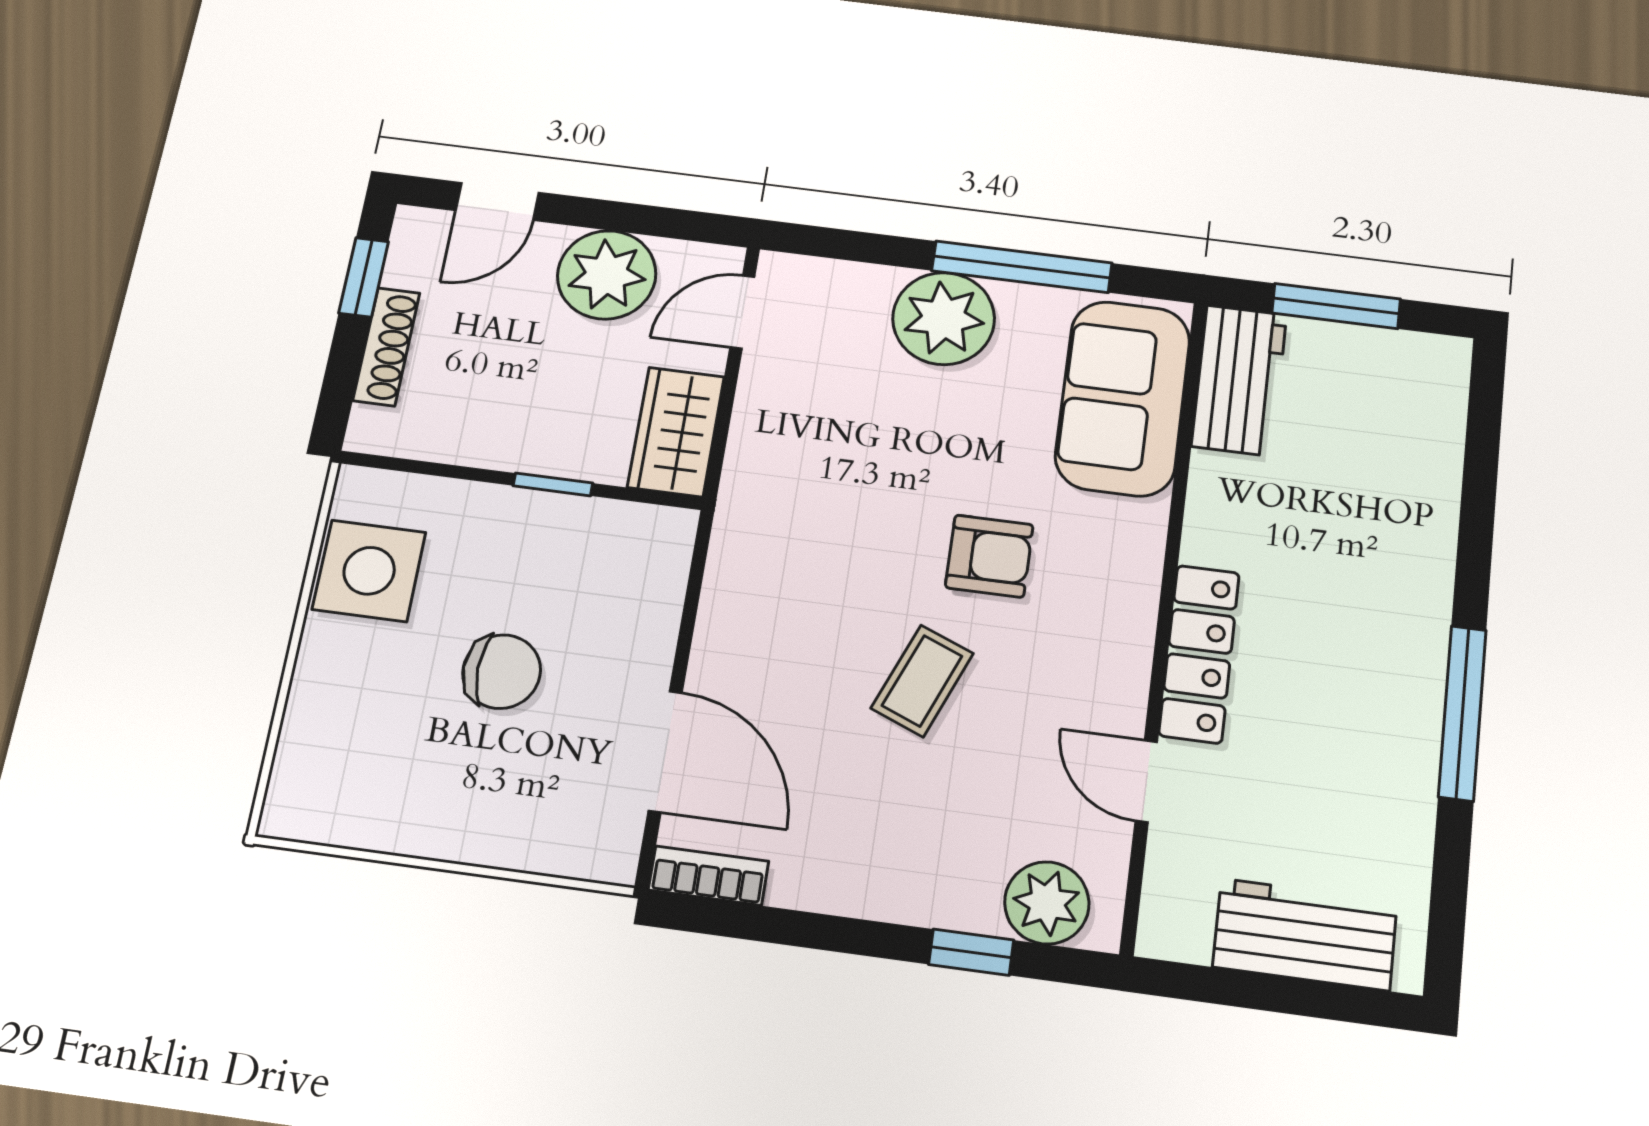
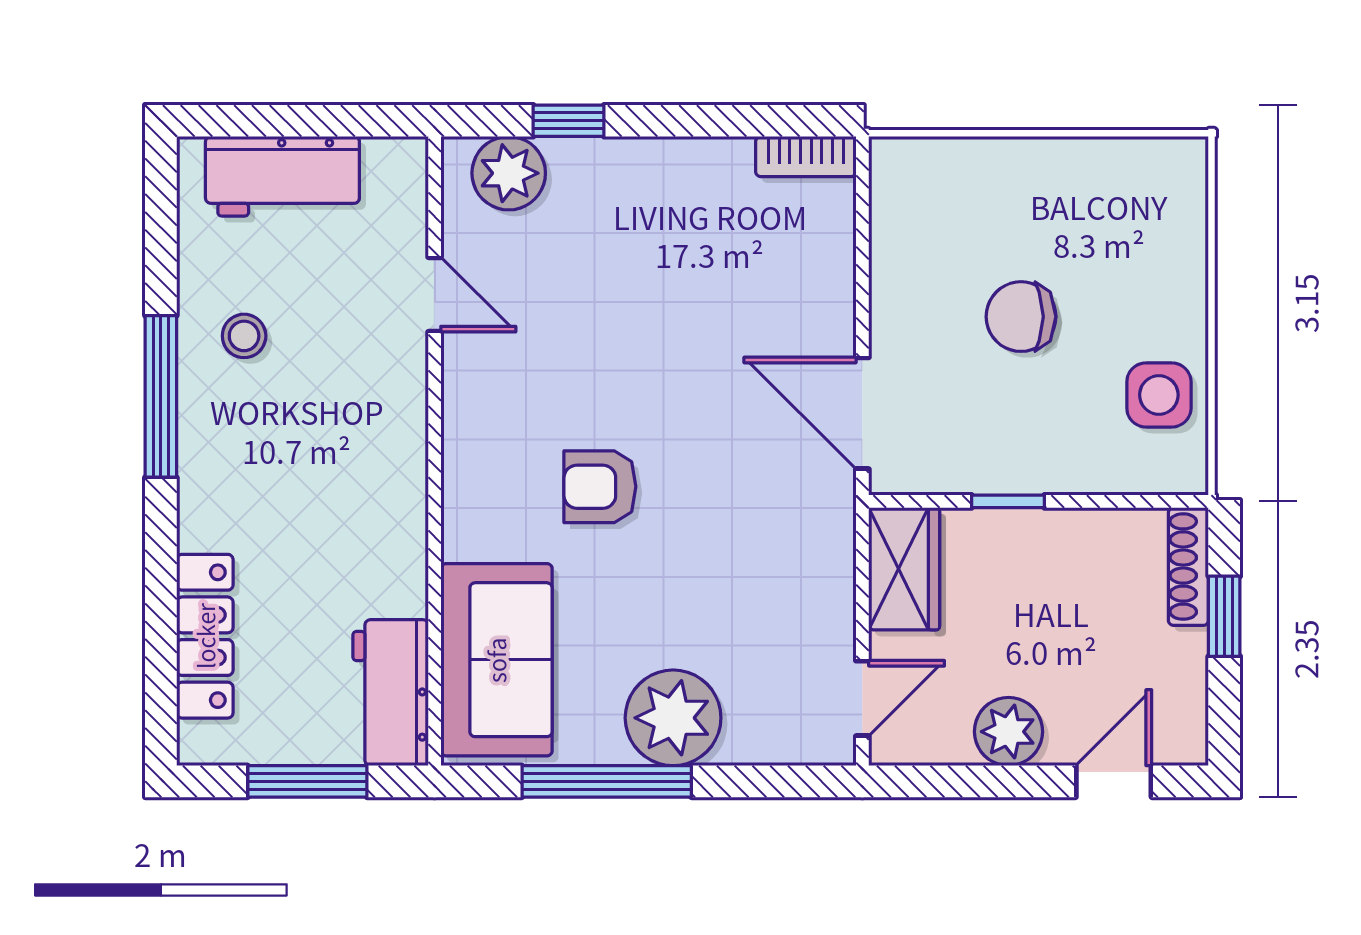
plant: (607, 275) -> (1009, 732), width x0.73, depth x0.73
window: (364, 277) -> (1224, 616), moved
shoe rack: (386, 347) -> (1188, 567), moved
side table: (369, 571) -> (1159, 395), width x0.73, depth x0.73
locker: (1199, 654) -> (205, 636), moved, turned 180
coffee table: (922, 681) -> (644, 360), removed
door: (665, 751) -> (862, 413), moved
stool: (1364, 765) -> (244, 336), added

